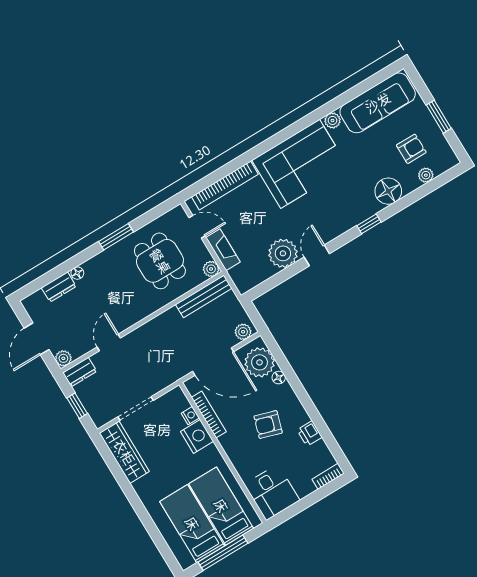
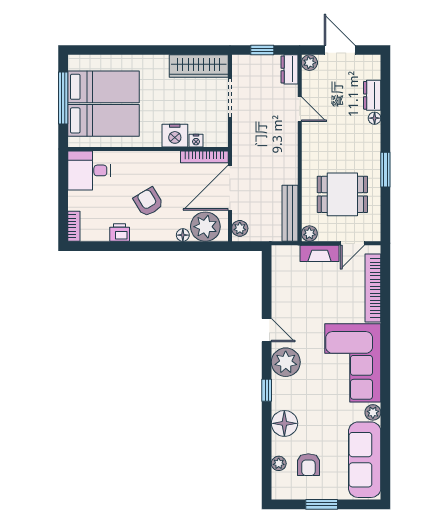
plant: (283, 253) -> (286, 362), moved
bookcase: (209, 415) -> (204, 157), moved
armchair: (268, 425) -> (148, 202), turned -48

